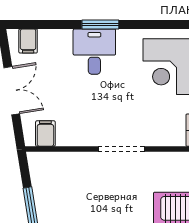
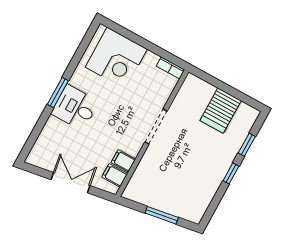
filing cabinet: (28, 41) -> (123, 161), moved, turned 180

